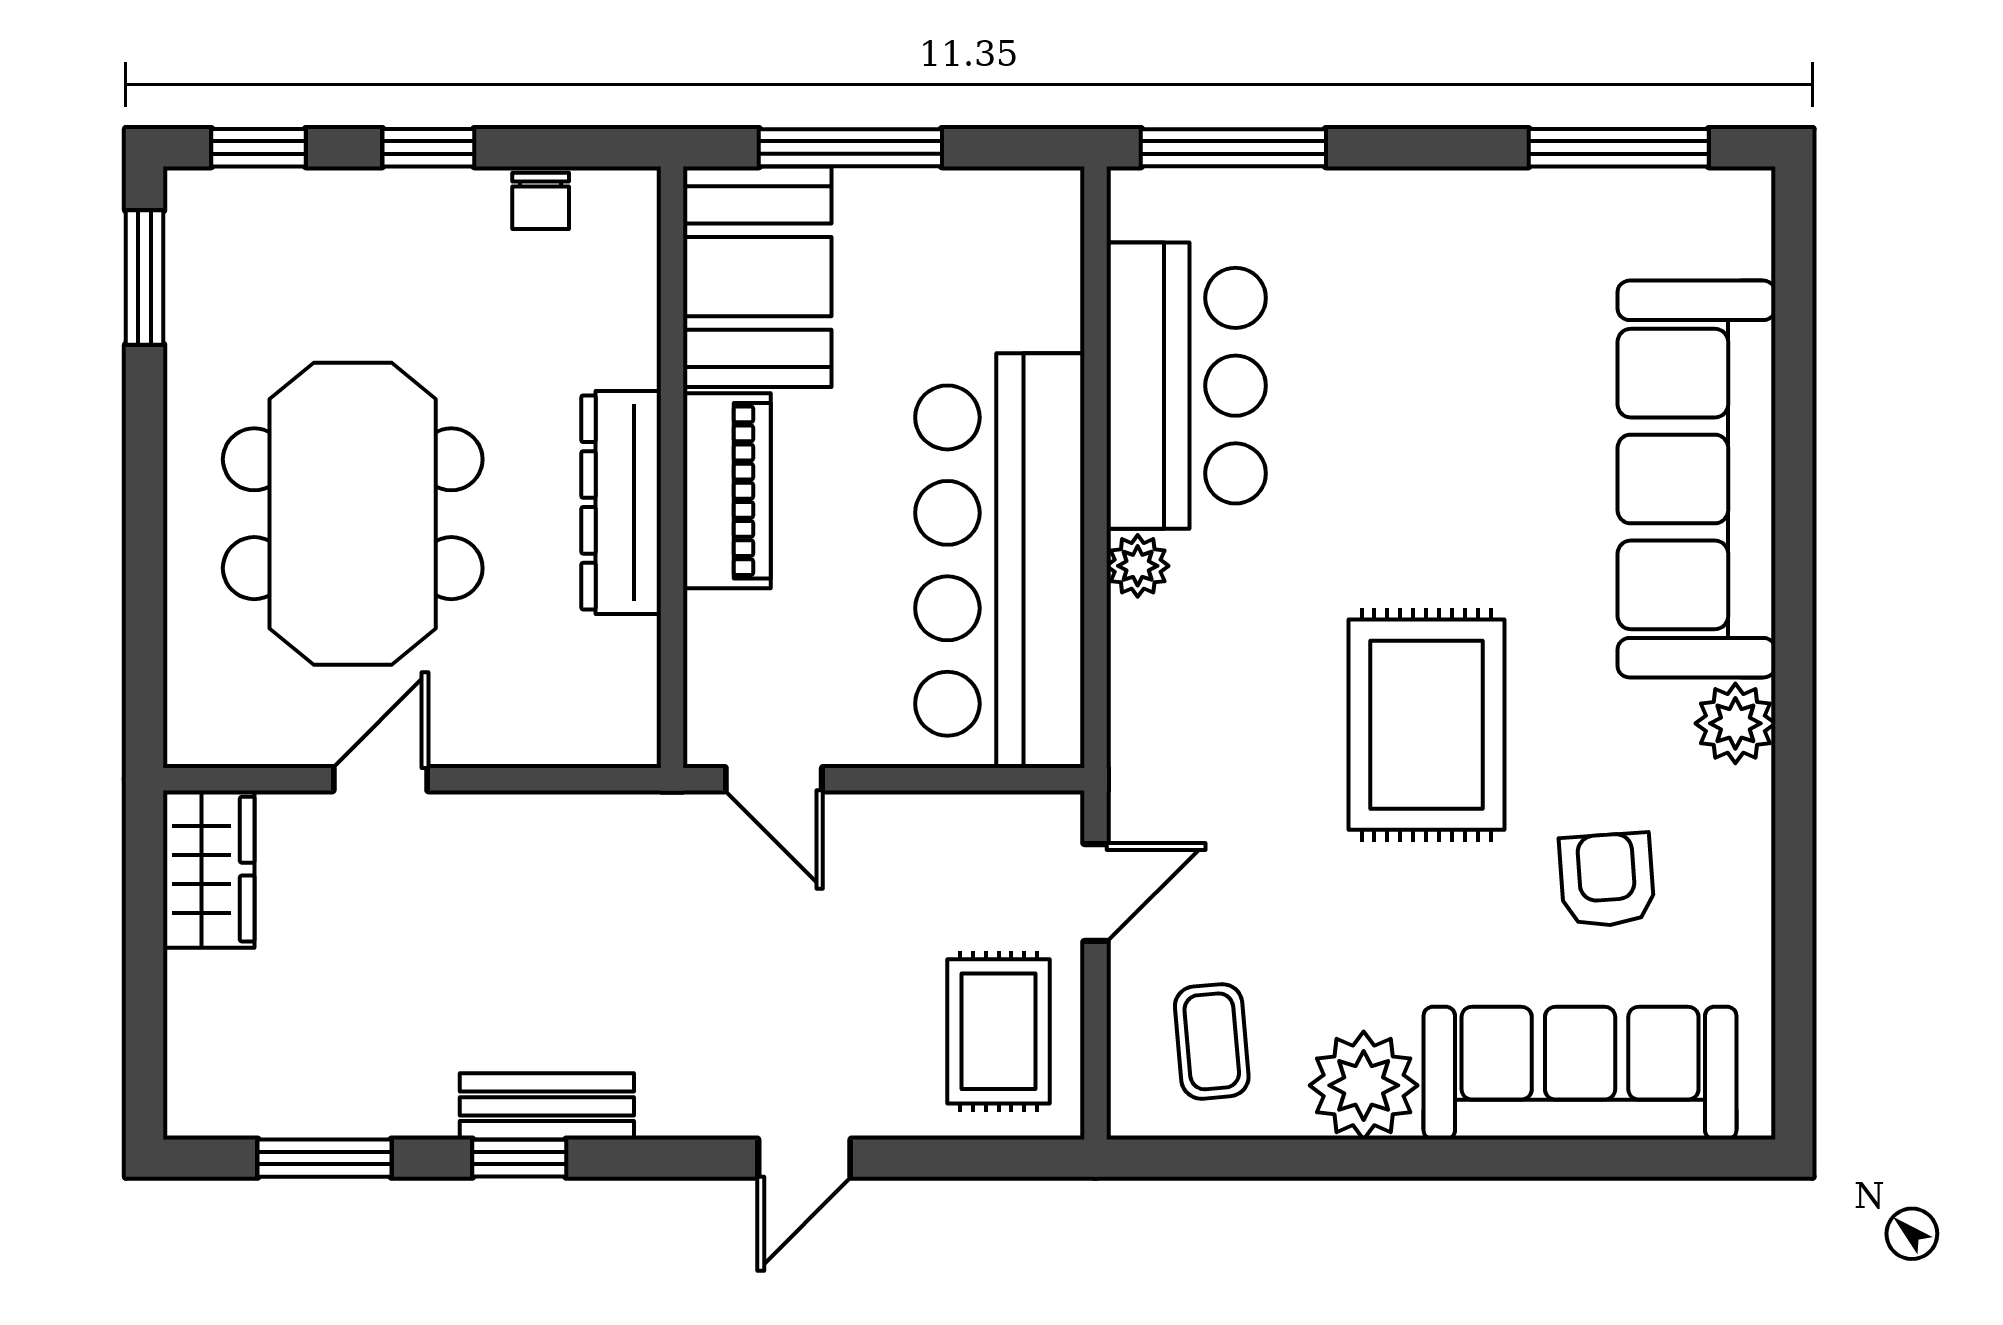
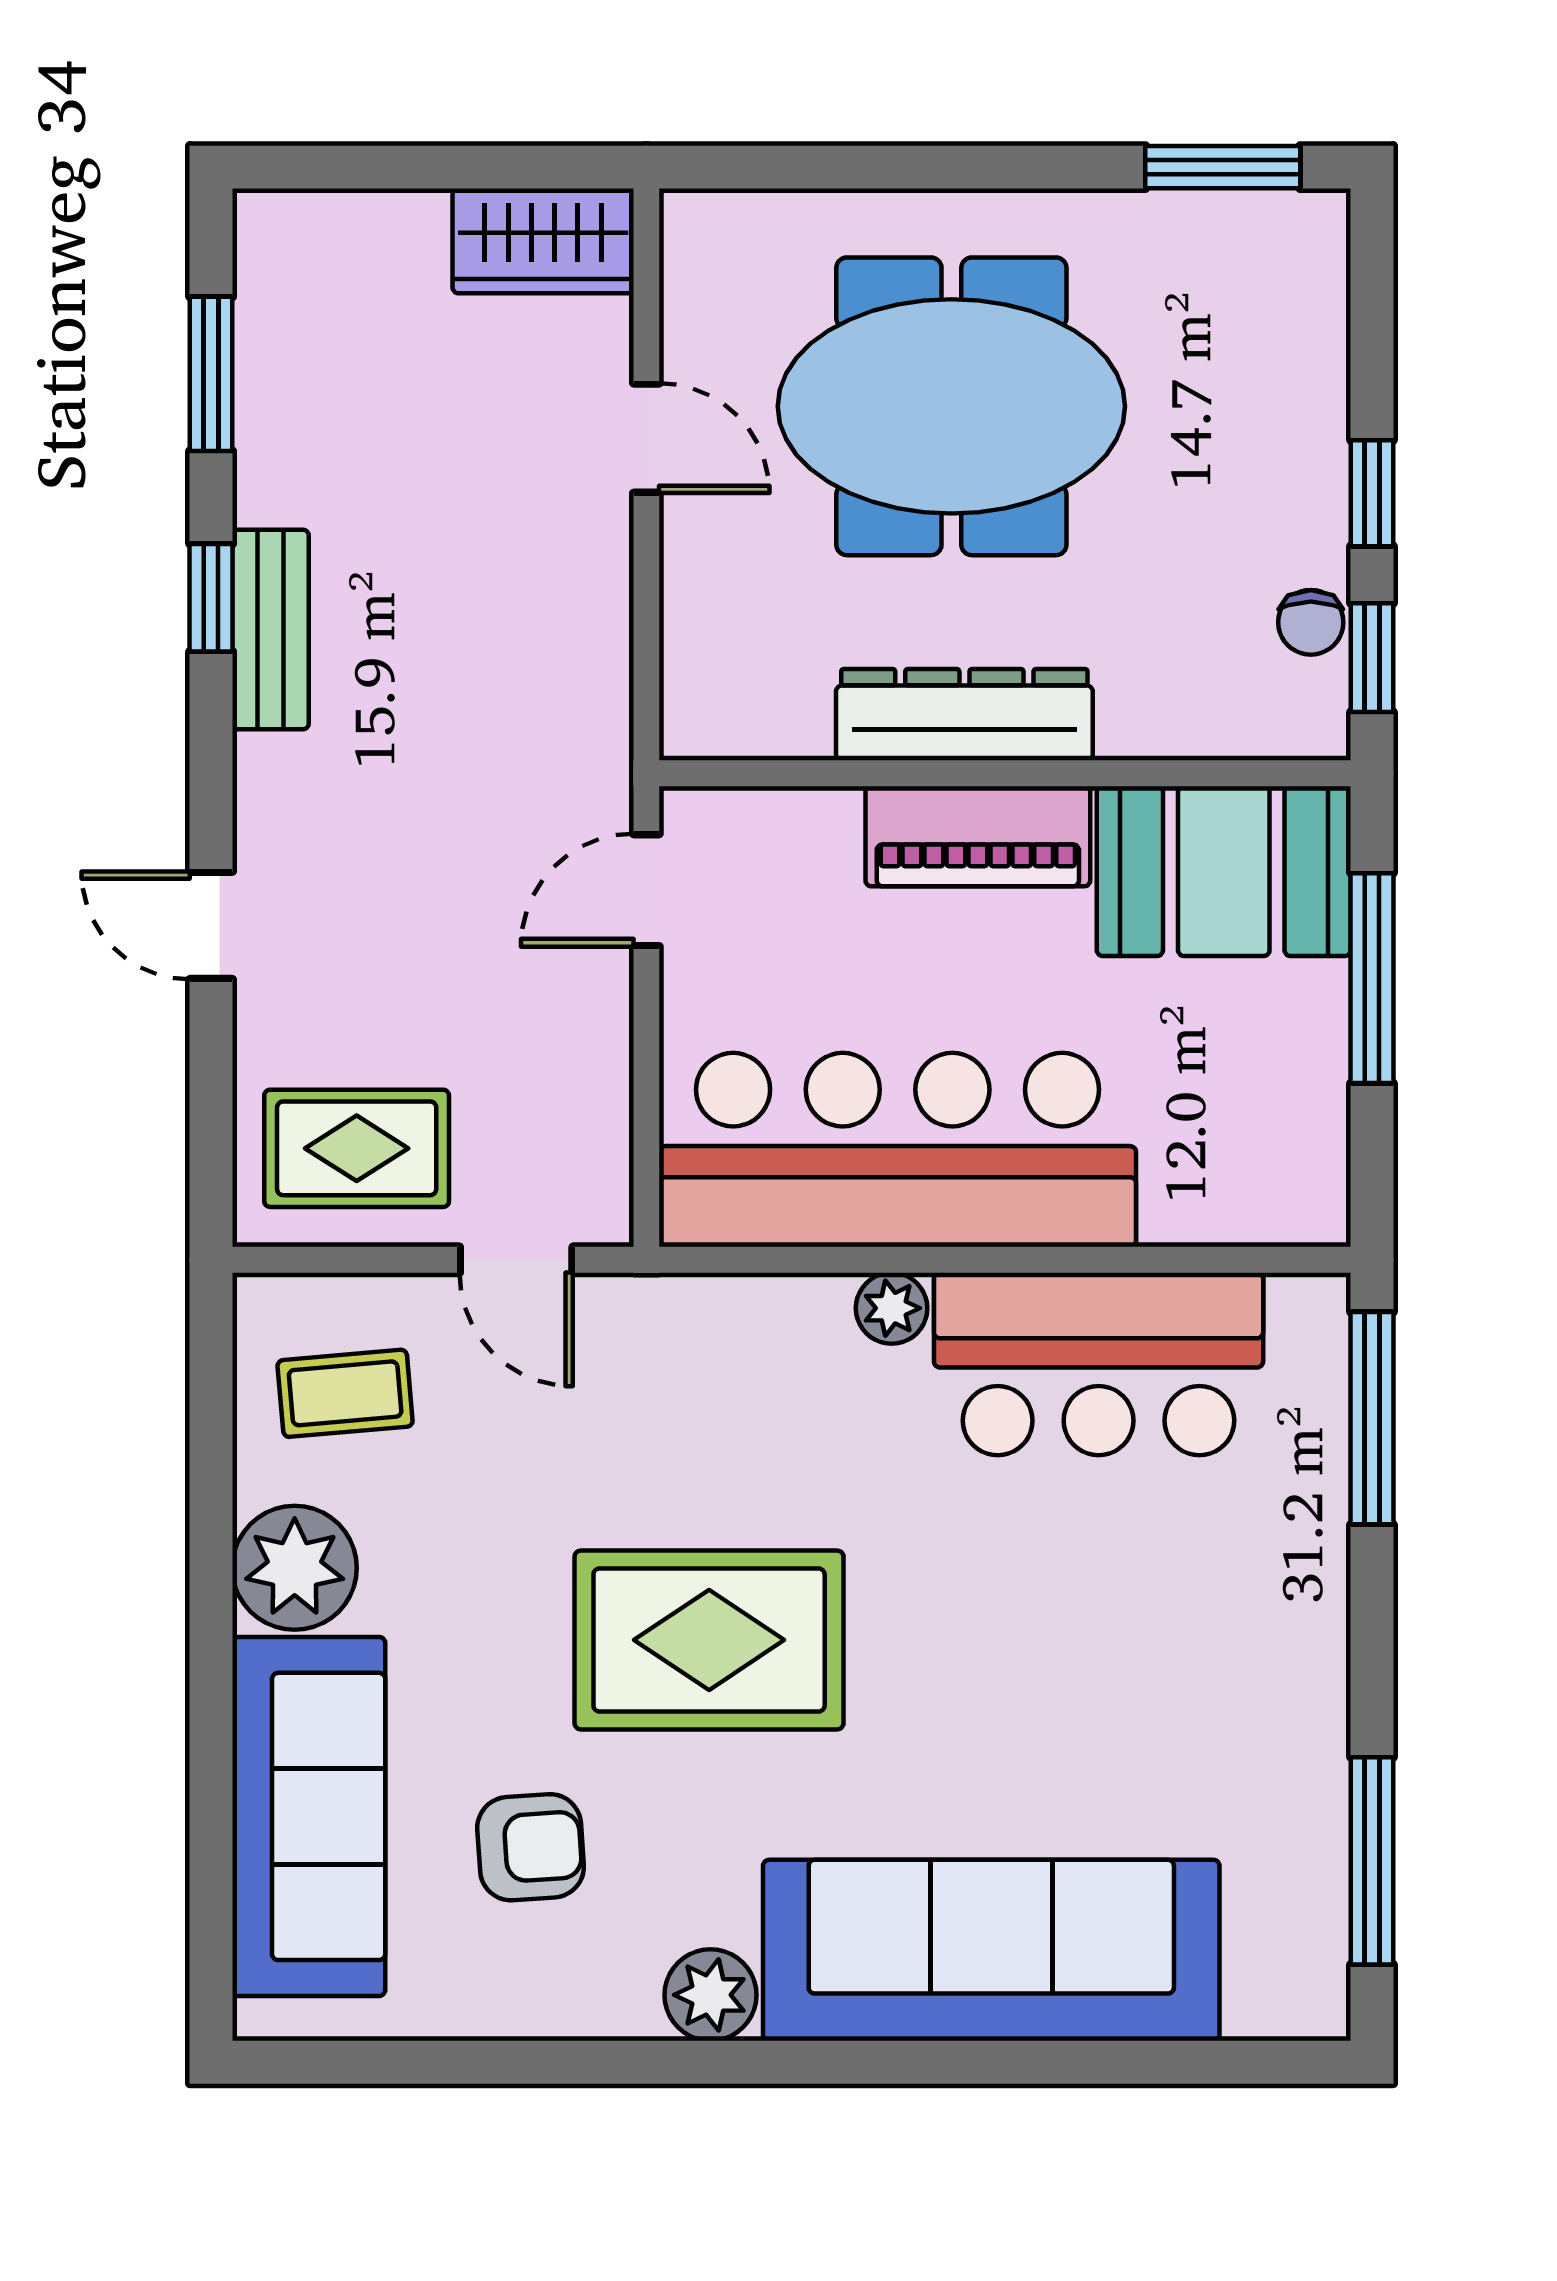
window: (259, 148) -> (1372, 658), moved
chair: (541, 201) -> (1311, 622), turned -90

